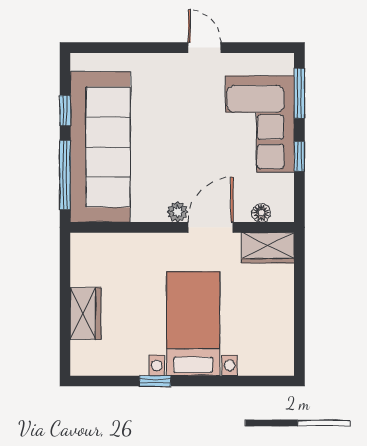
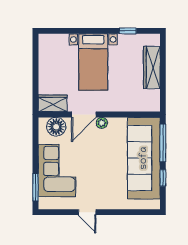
window: (299, 156) -> (35, 153), removed
floor lamp: (261, 213) -> (56, 127), width x1.89, depth x1.89
wardrobe: (85, 313) -> (152, 68), width x1.50
window: (155, 381) -> (128, 31), moved

